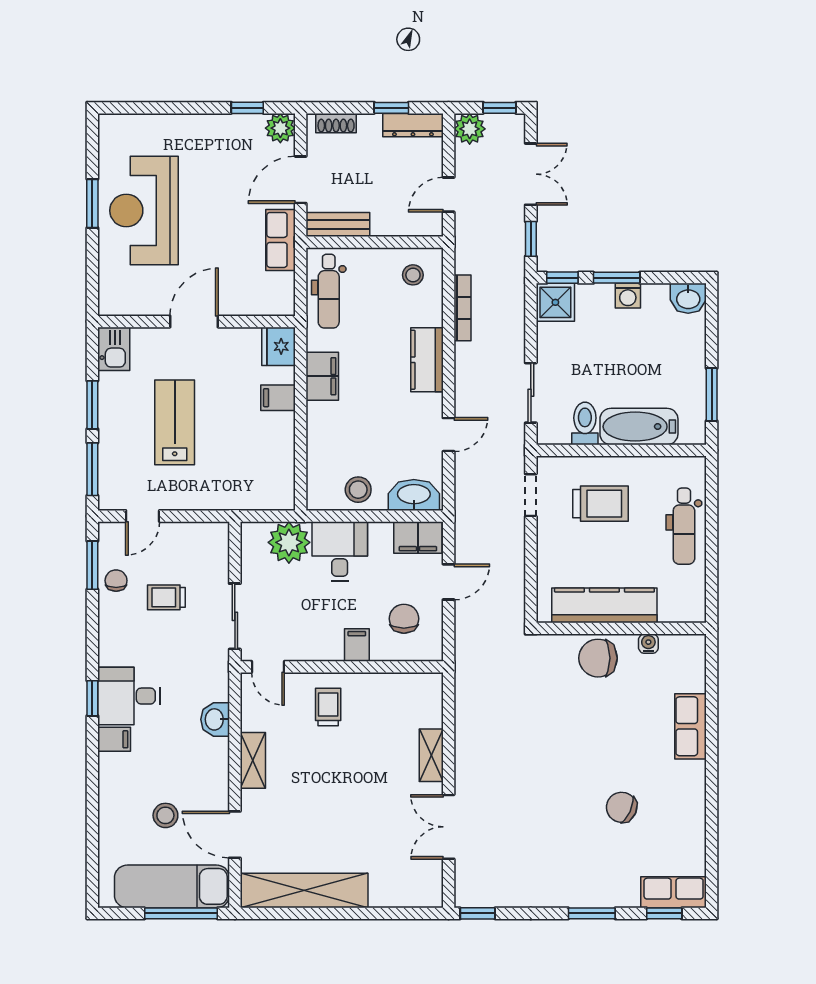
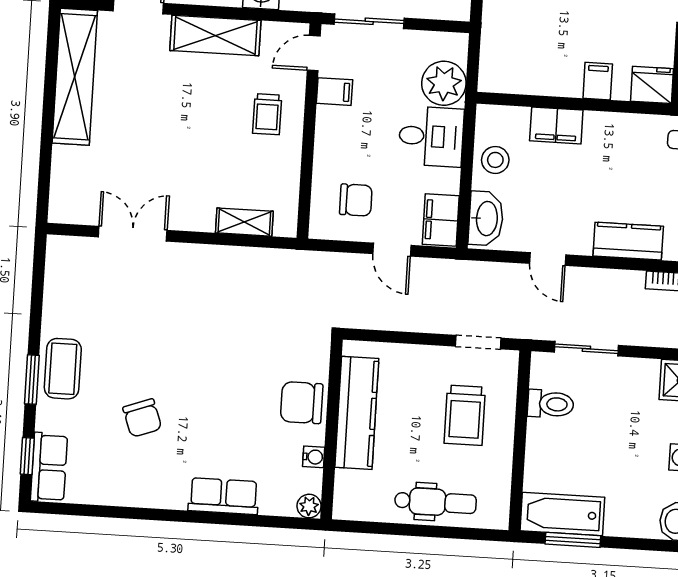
filing cabinet: (322, 376) -> (556, 125), moved
bathtub: (639, 427) -> (562, 514), moved, turned -90
dental chair: (684, 526) -> (436, 502), turned 180
filing cabinet: (357, 645) -> (334, 92), moved
plant: (695, 645) -> (309, 506), added
chair: (598, 658) -> (302, 403), turned -90
trolley: (328, 707) -> (267, 114), turned 90
shelving: (431, 755) -> (244, 222), moved
shelving: (253, 760) -> (215, 35), width x1.50, depth x1.33
chair: (622, 807) -> (142, 418), turned 136
coffee table: (580, 885) -> (63, 369), added
window: (478, 913) -> (39, 259), removed

